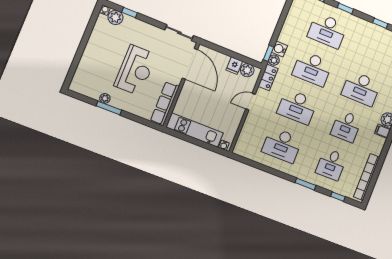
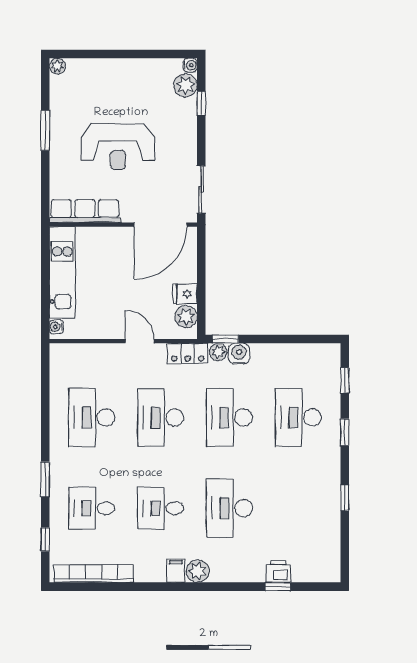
plant: (105, 98) -> (57, 66), moved

